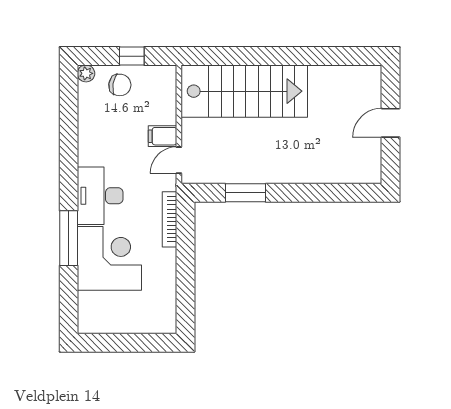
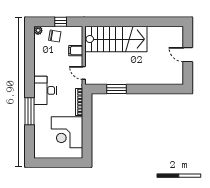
door: (391, 123) -> (188, 55), hinge flipped
filing cabinet: (163, 136) -> (76, 51), moved
door: (179, 160) -> (84, 73), hinge flipped
corner desk: (109, 258) -> (67, 132), moved, turned 180

